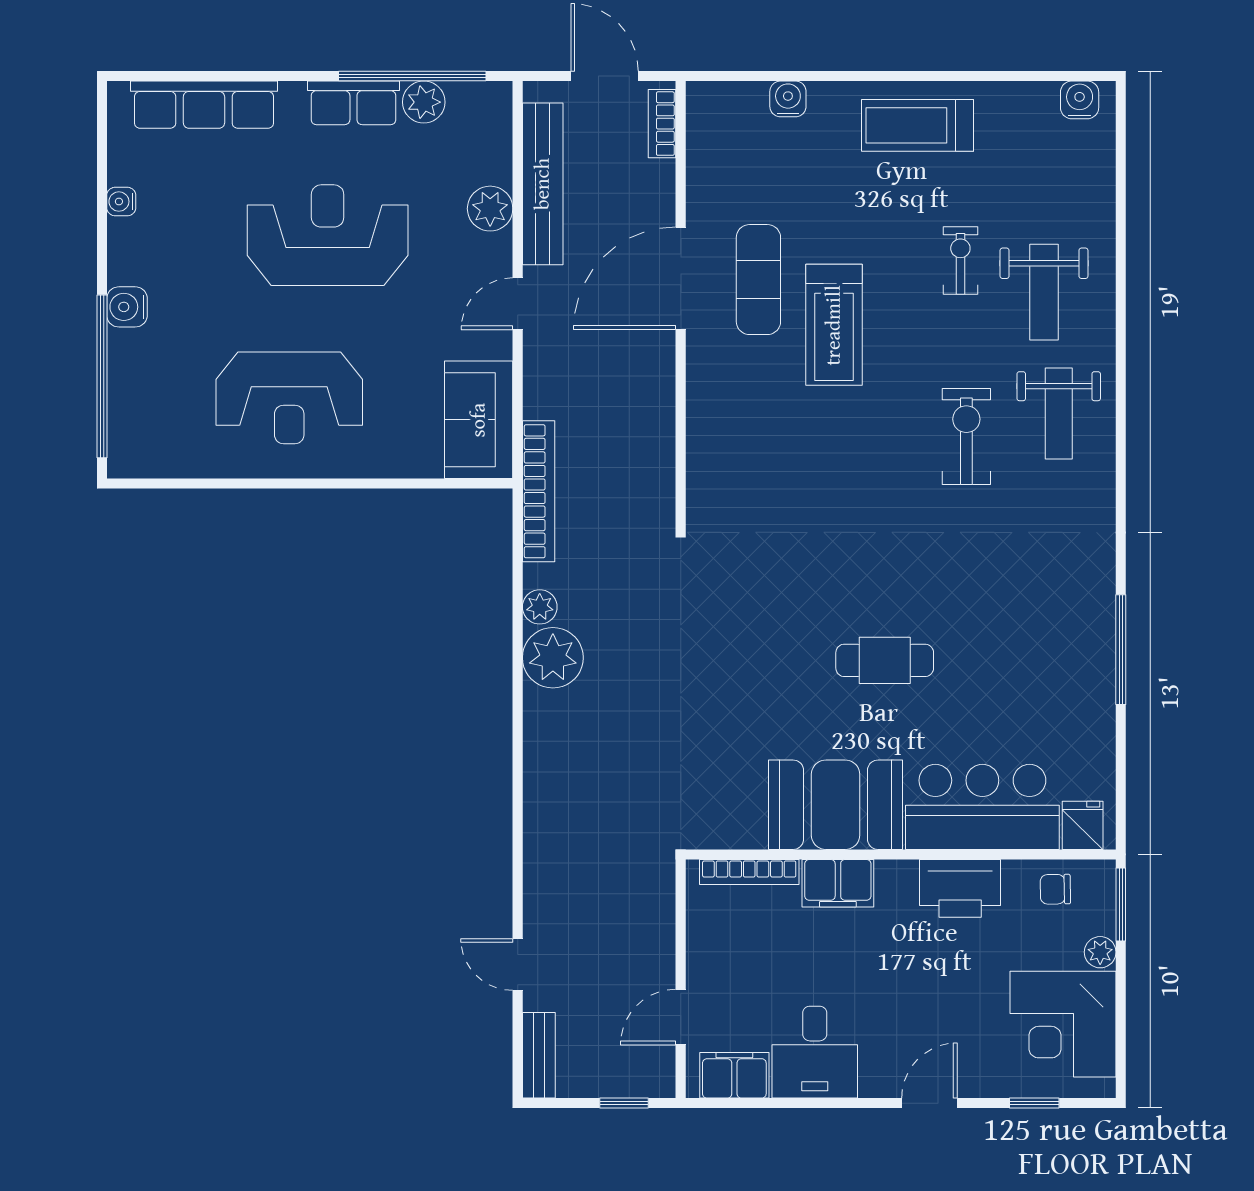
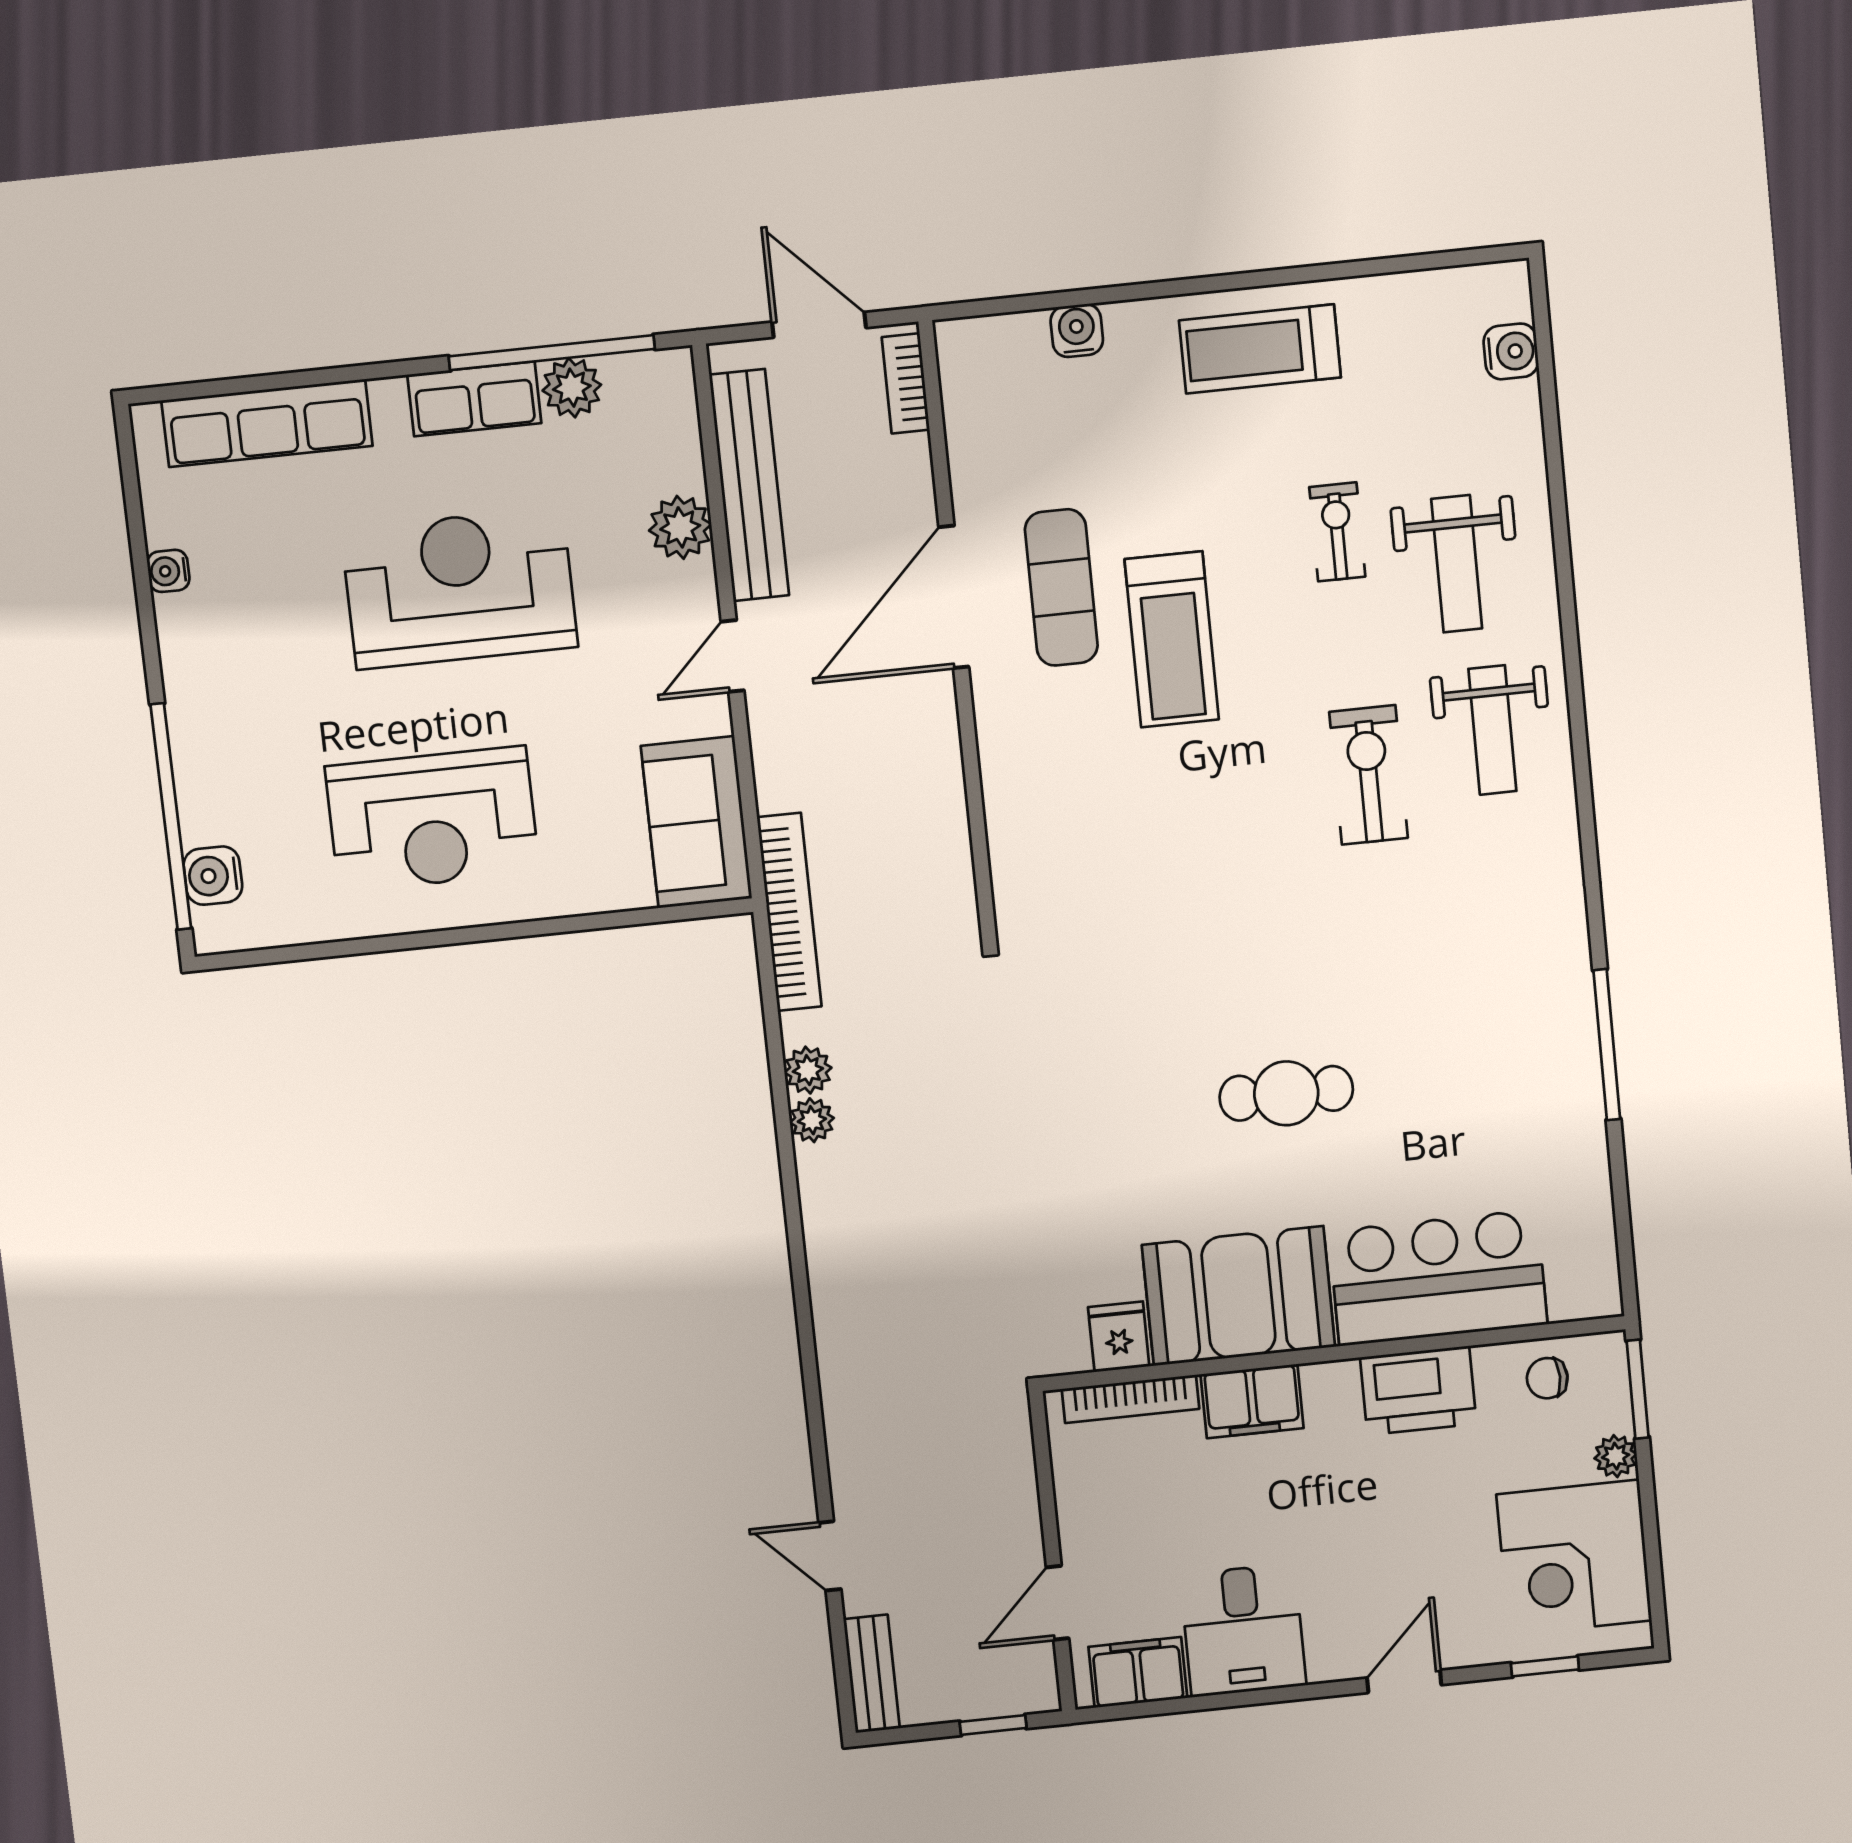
water cooler: (1080, 100) -> (1511, 351), moved, turned 90
water cooler: (127, 307) -> (213, 876), moved
plant: (553, 658) -> (812, 1120), width x0.53, depth x0.53
fridge: (1083, 825) -> (1119, 1337), moved

